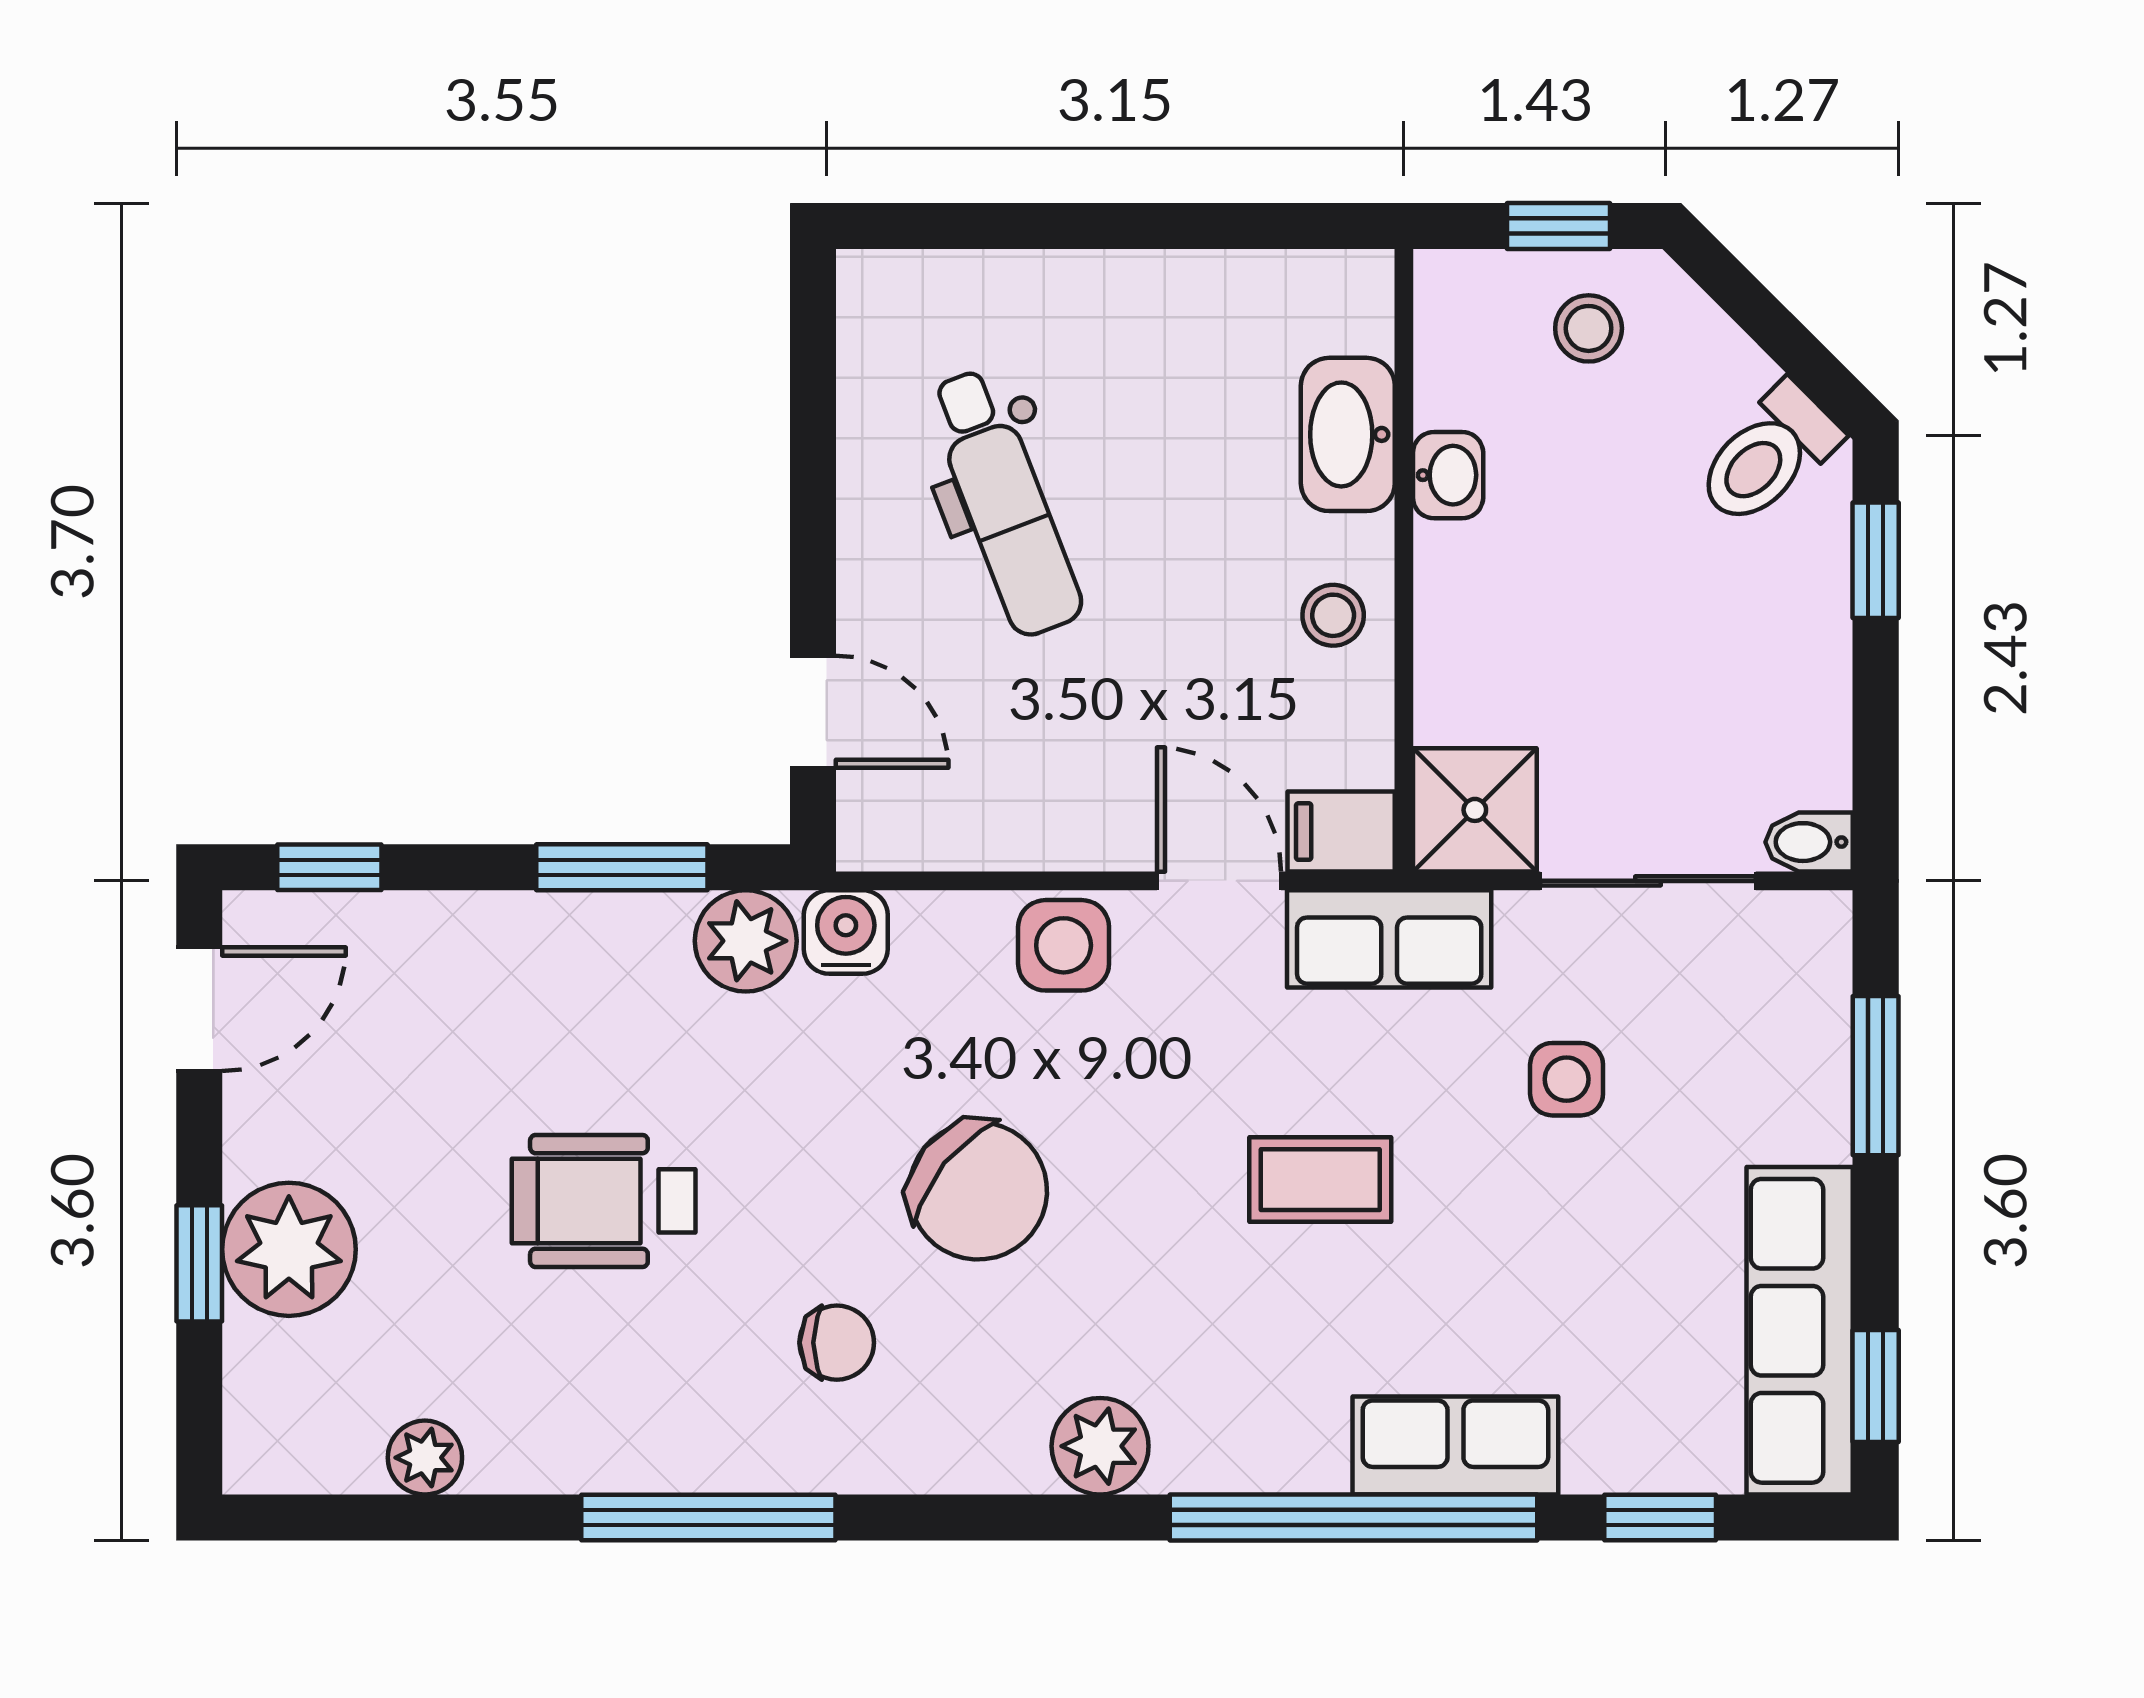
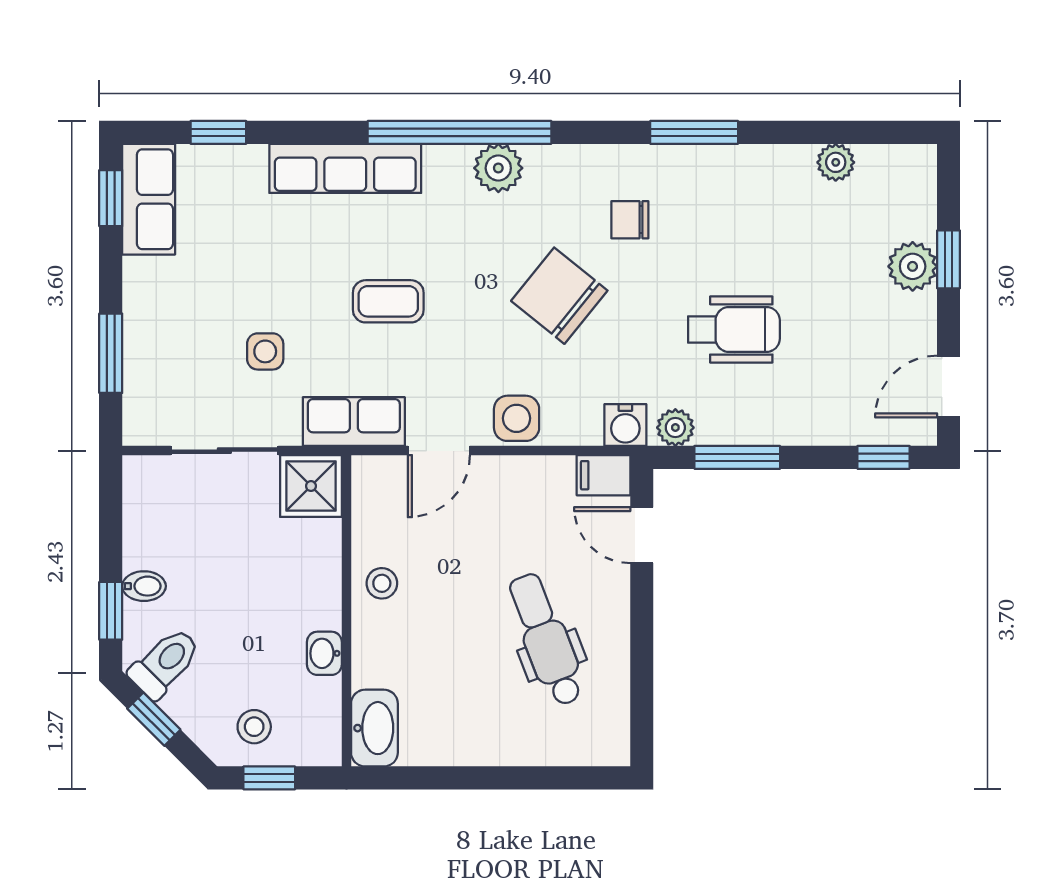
window: (1789, 344) -> (154, 719), added
washbasin: (1348, 434) -> (374, 728), moved
filing cabinet: (1341, 832) -> (604, 475), moved, turned 180
bidet: (1809, 842) -> (144, 586), moved
door: (1219, 881) -> (439, 451), hinge flipped
plant: (746, 941) -> (675, 428), width x0.73, depth x0.73
wheelchair: (604, 1201) -> (734, 329), moved
plant: (289, 1249) -> (913, 266), width x0.73, depth x0.73
row of seats: (1800, 1331) -> (149, 199), width x0.68
row of seats: (1455, 1445) -> (345, 168), width x1.48
window: (708, 1518) -> (694, 132), width x0.69
window: (1354, 1518) -> (460, 132), moved

